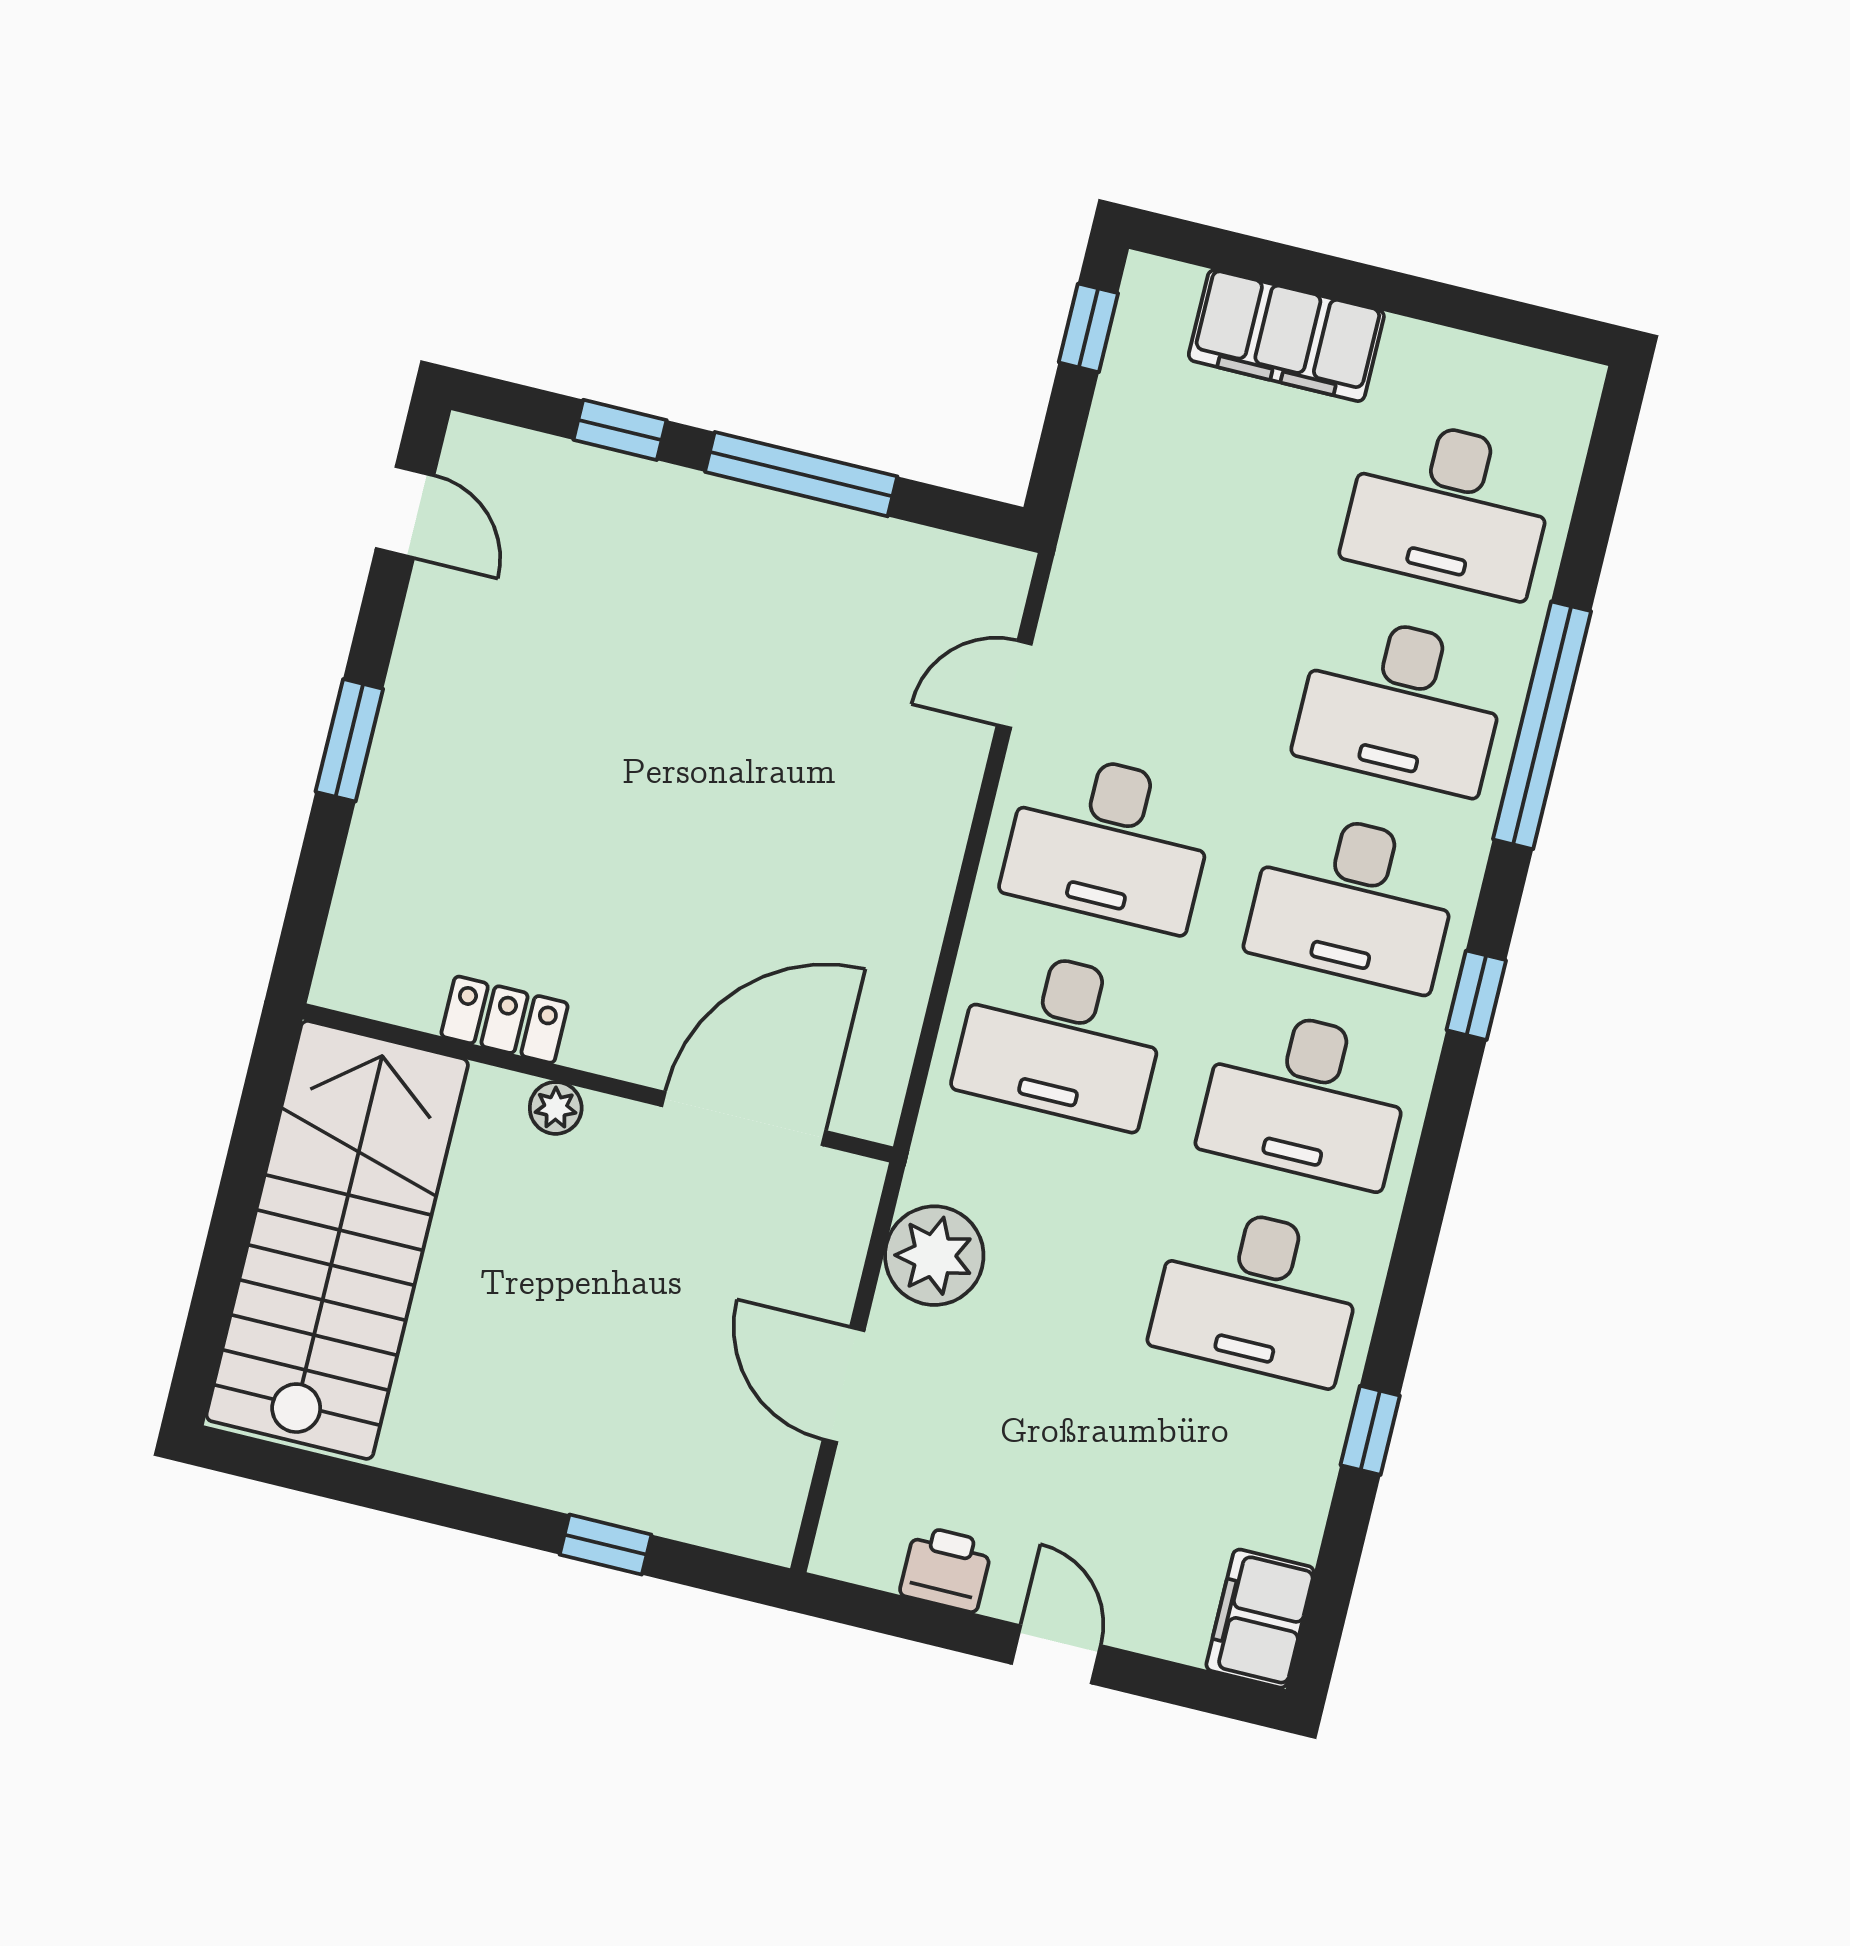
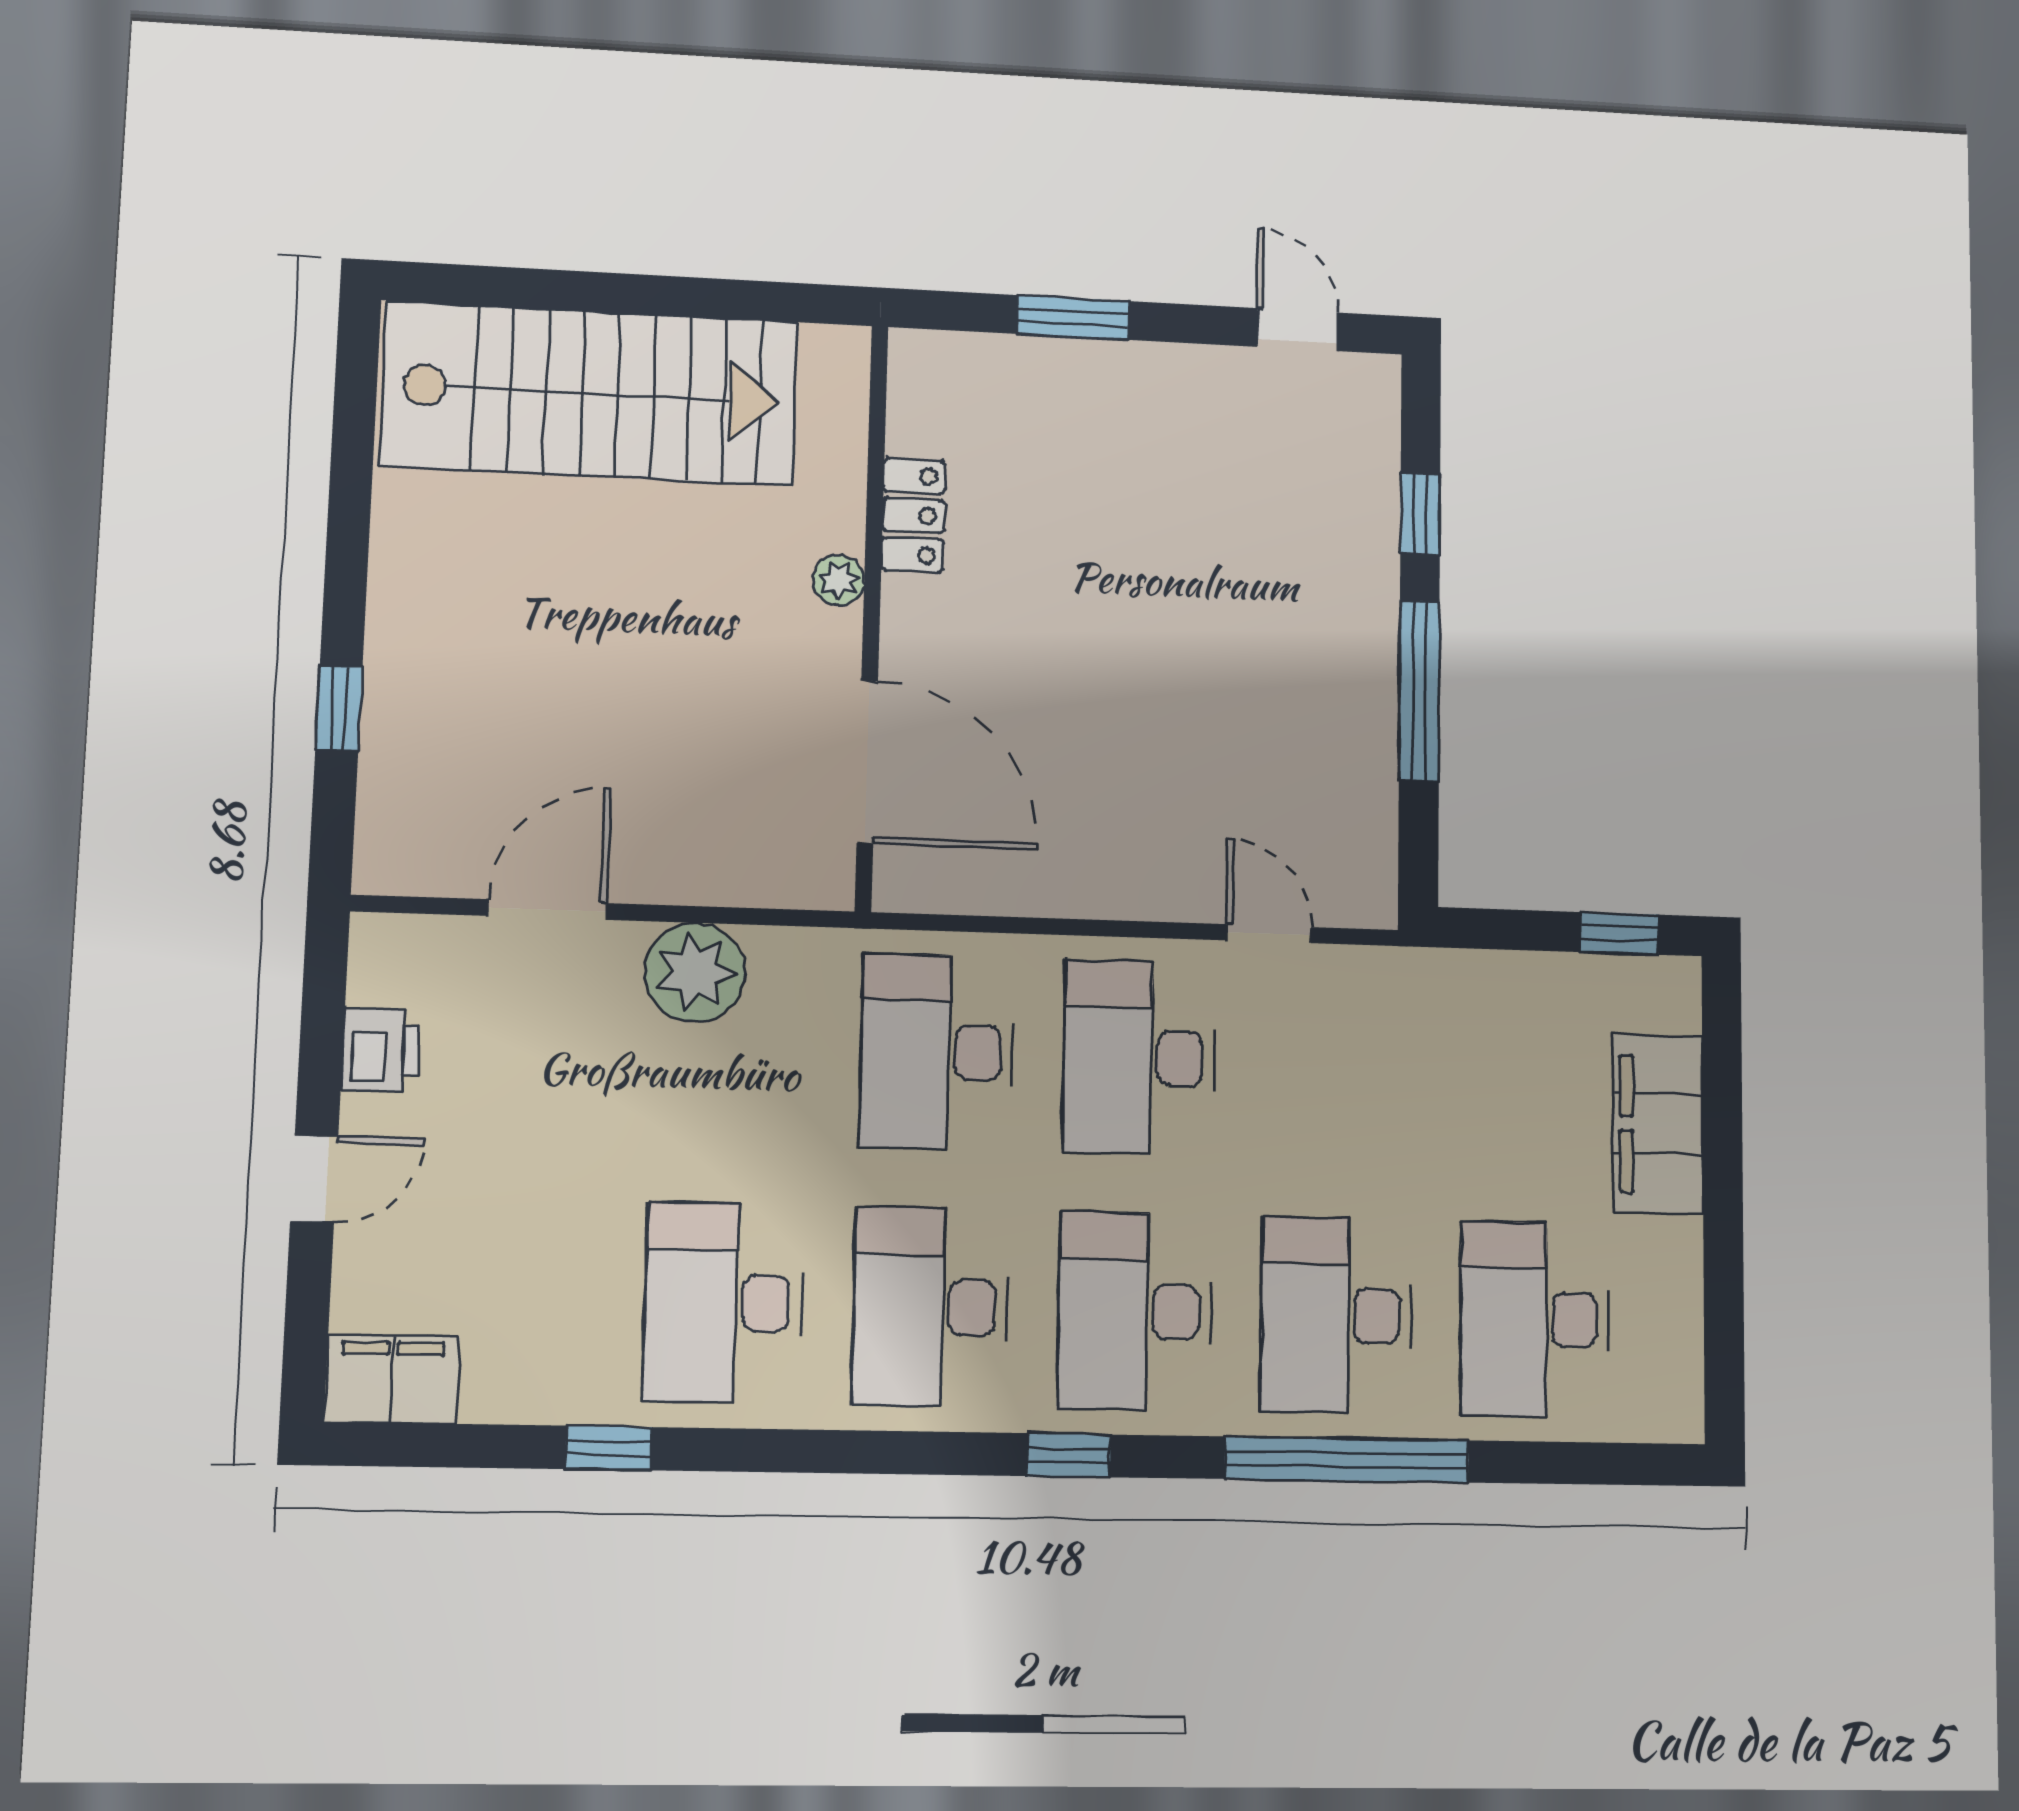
door: (405, 512) -> (1298, 330), swing flipped
locker: (505, 1020) -> (913, 515), moved
wall: (598, 1083) -> (872, 616), moved
plant: (556, 1108) -> (839, 580), moved
door: (744, 1118) -> (867, 762), moved

